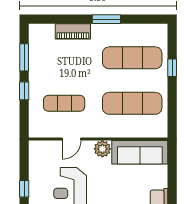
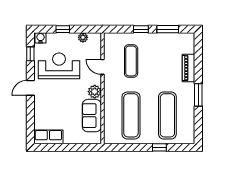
sofa: (140, 152) -> (92, 116), width x0.73
plant: (35, 163) -> (83, 37), added

